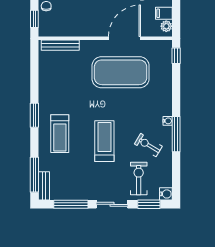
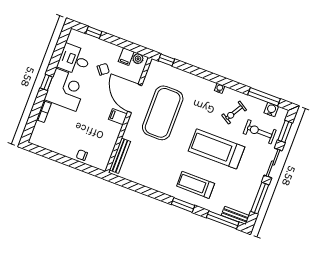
window: (34, 19) -> (89, 169), removed
filing cabinet: (99, 28) -> (118, 117), added
window: (34, 115) -> (183, 205), moved
treadmill: (60, 134) -> (196, 185), turned 180
window: (176, 134) -> (264, 97), moved
treadmill: (104, 141) -> (216, 149), width x1.37, depth x1.38
water cooler: (166, 194) -> (271, 110), moved

